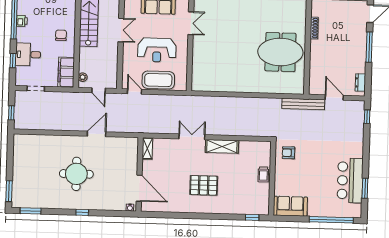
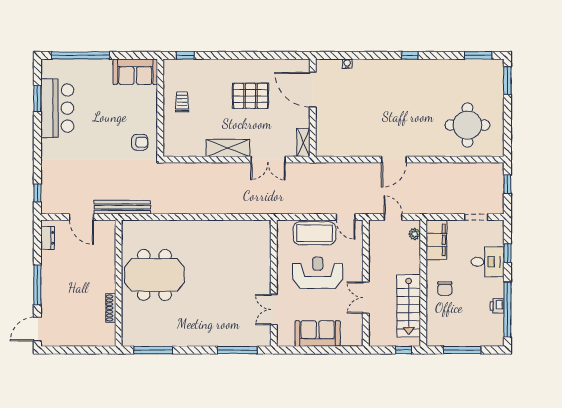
shelving: (147, 148) -> (303, 142), moved
round table: (76, 174) -> (467, 125), moved
wall: (140, 174) -> (313, 108), moved
trolley: (263, 174) -> (182, 102), moved
door: (139, 188) -> (313, 90), moved

